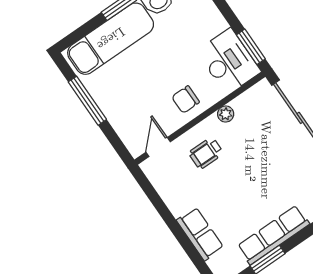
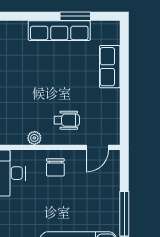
chair: (186, 100) -> (55, 167), turned 90

